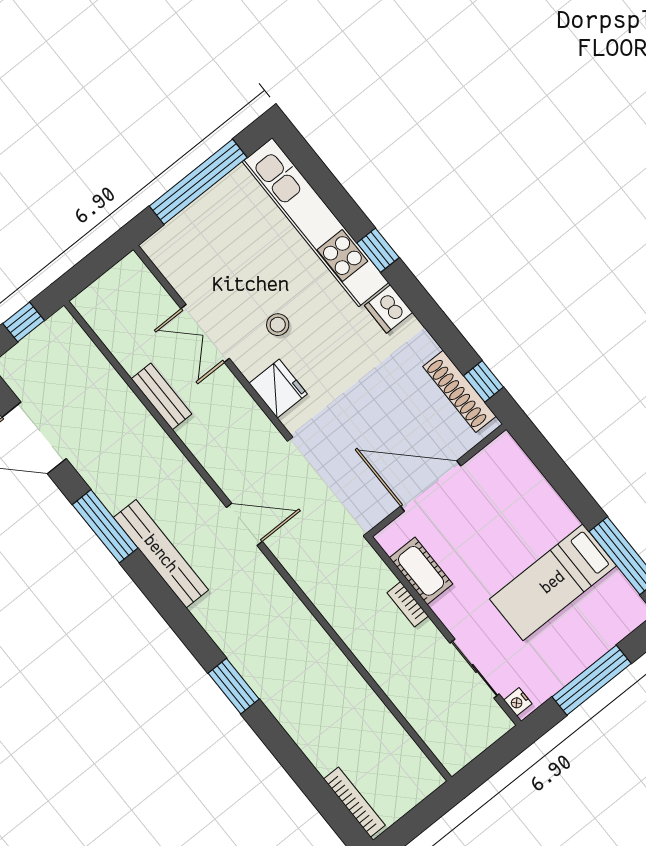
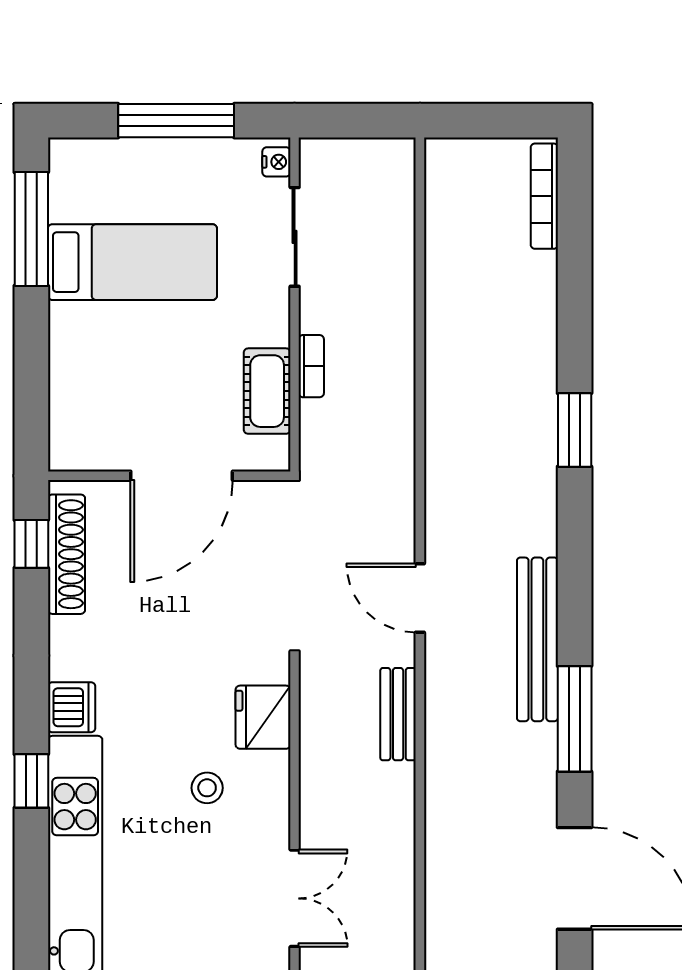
double door: (205, 334) -> (295, 898), moved
bench: (161, 396) -> (398, 714), moved
door: (431, 486) -> (182, 476), hinge flipped

